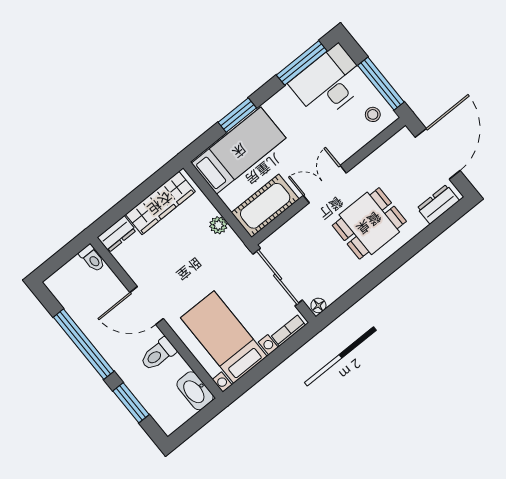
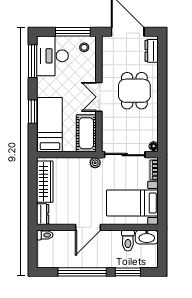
plant: (218, 225) -> (95, 163), moved
toilet: (158, 354) -> (128, 241), moved

